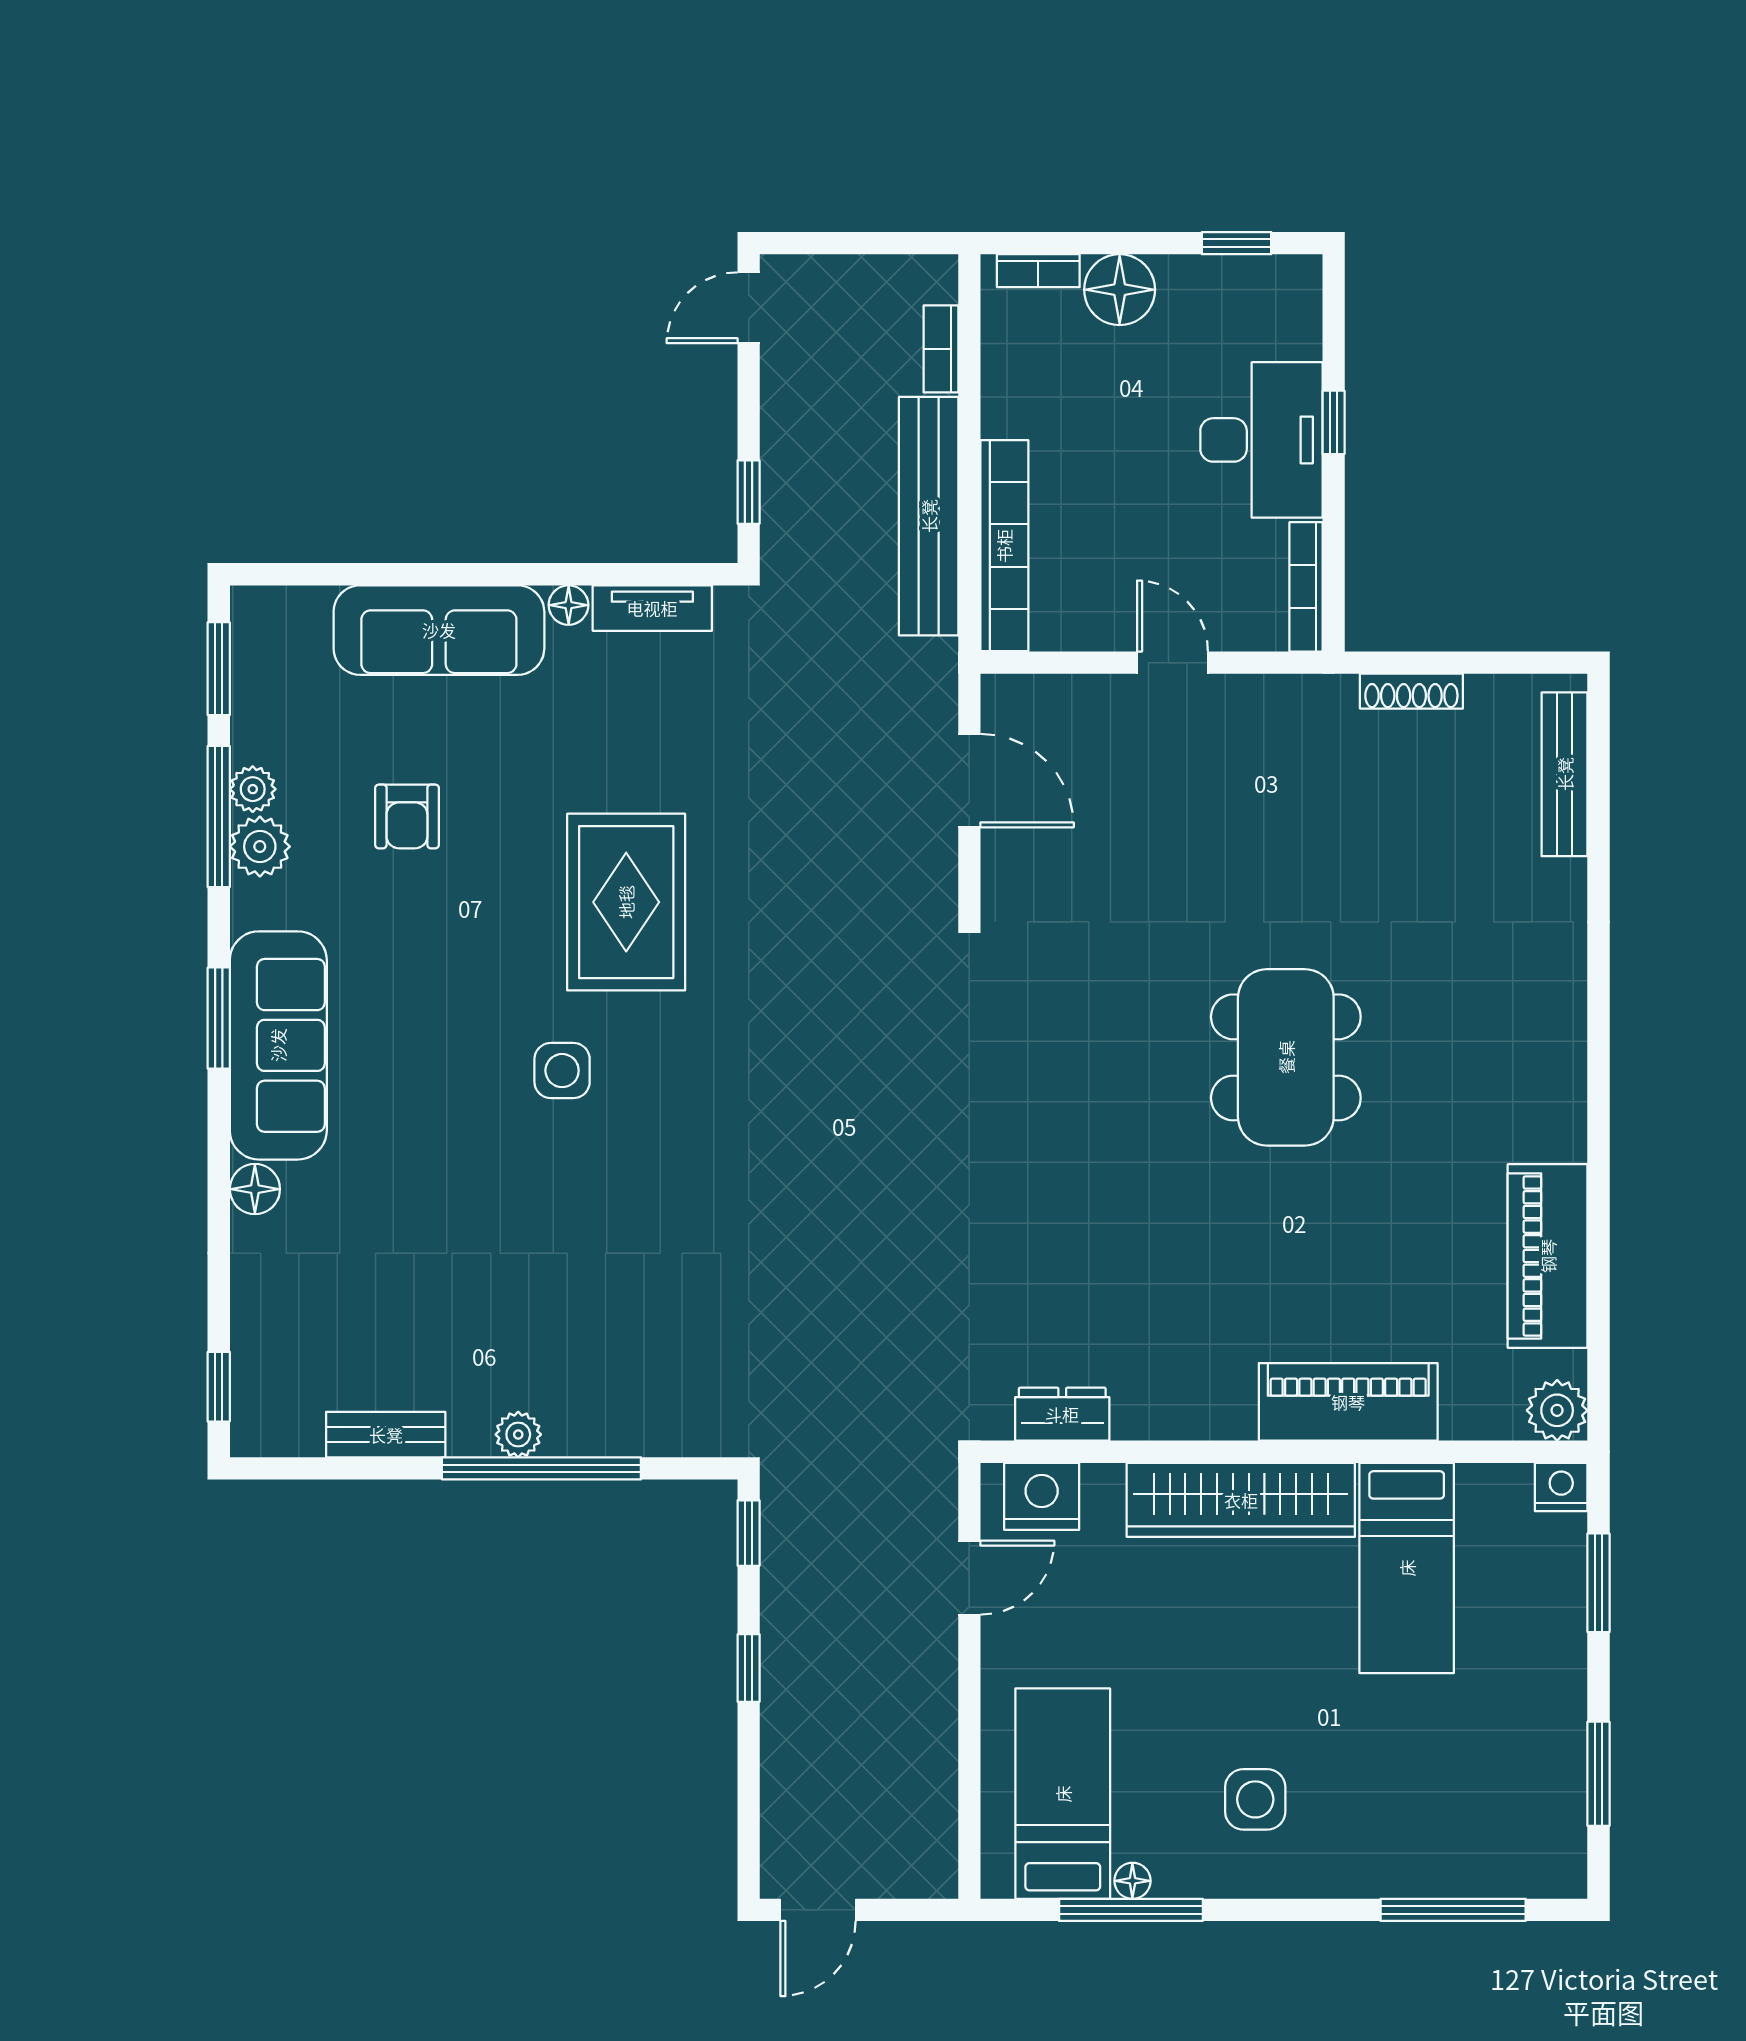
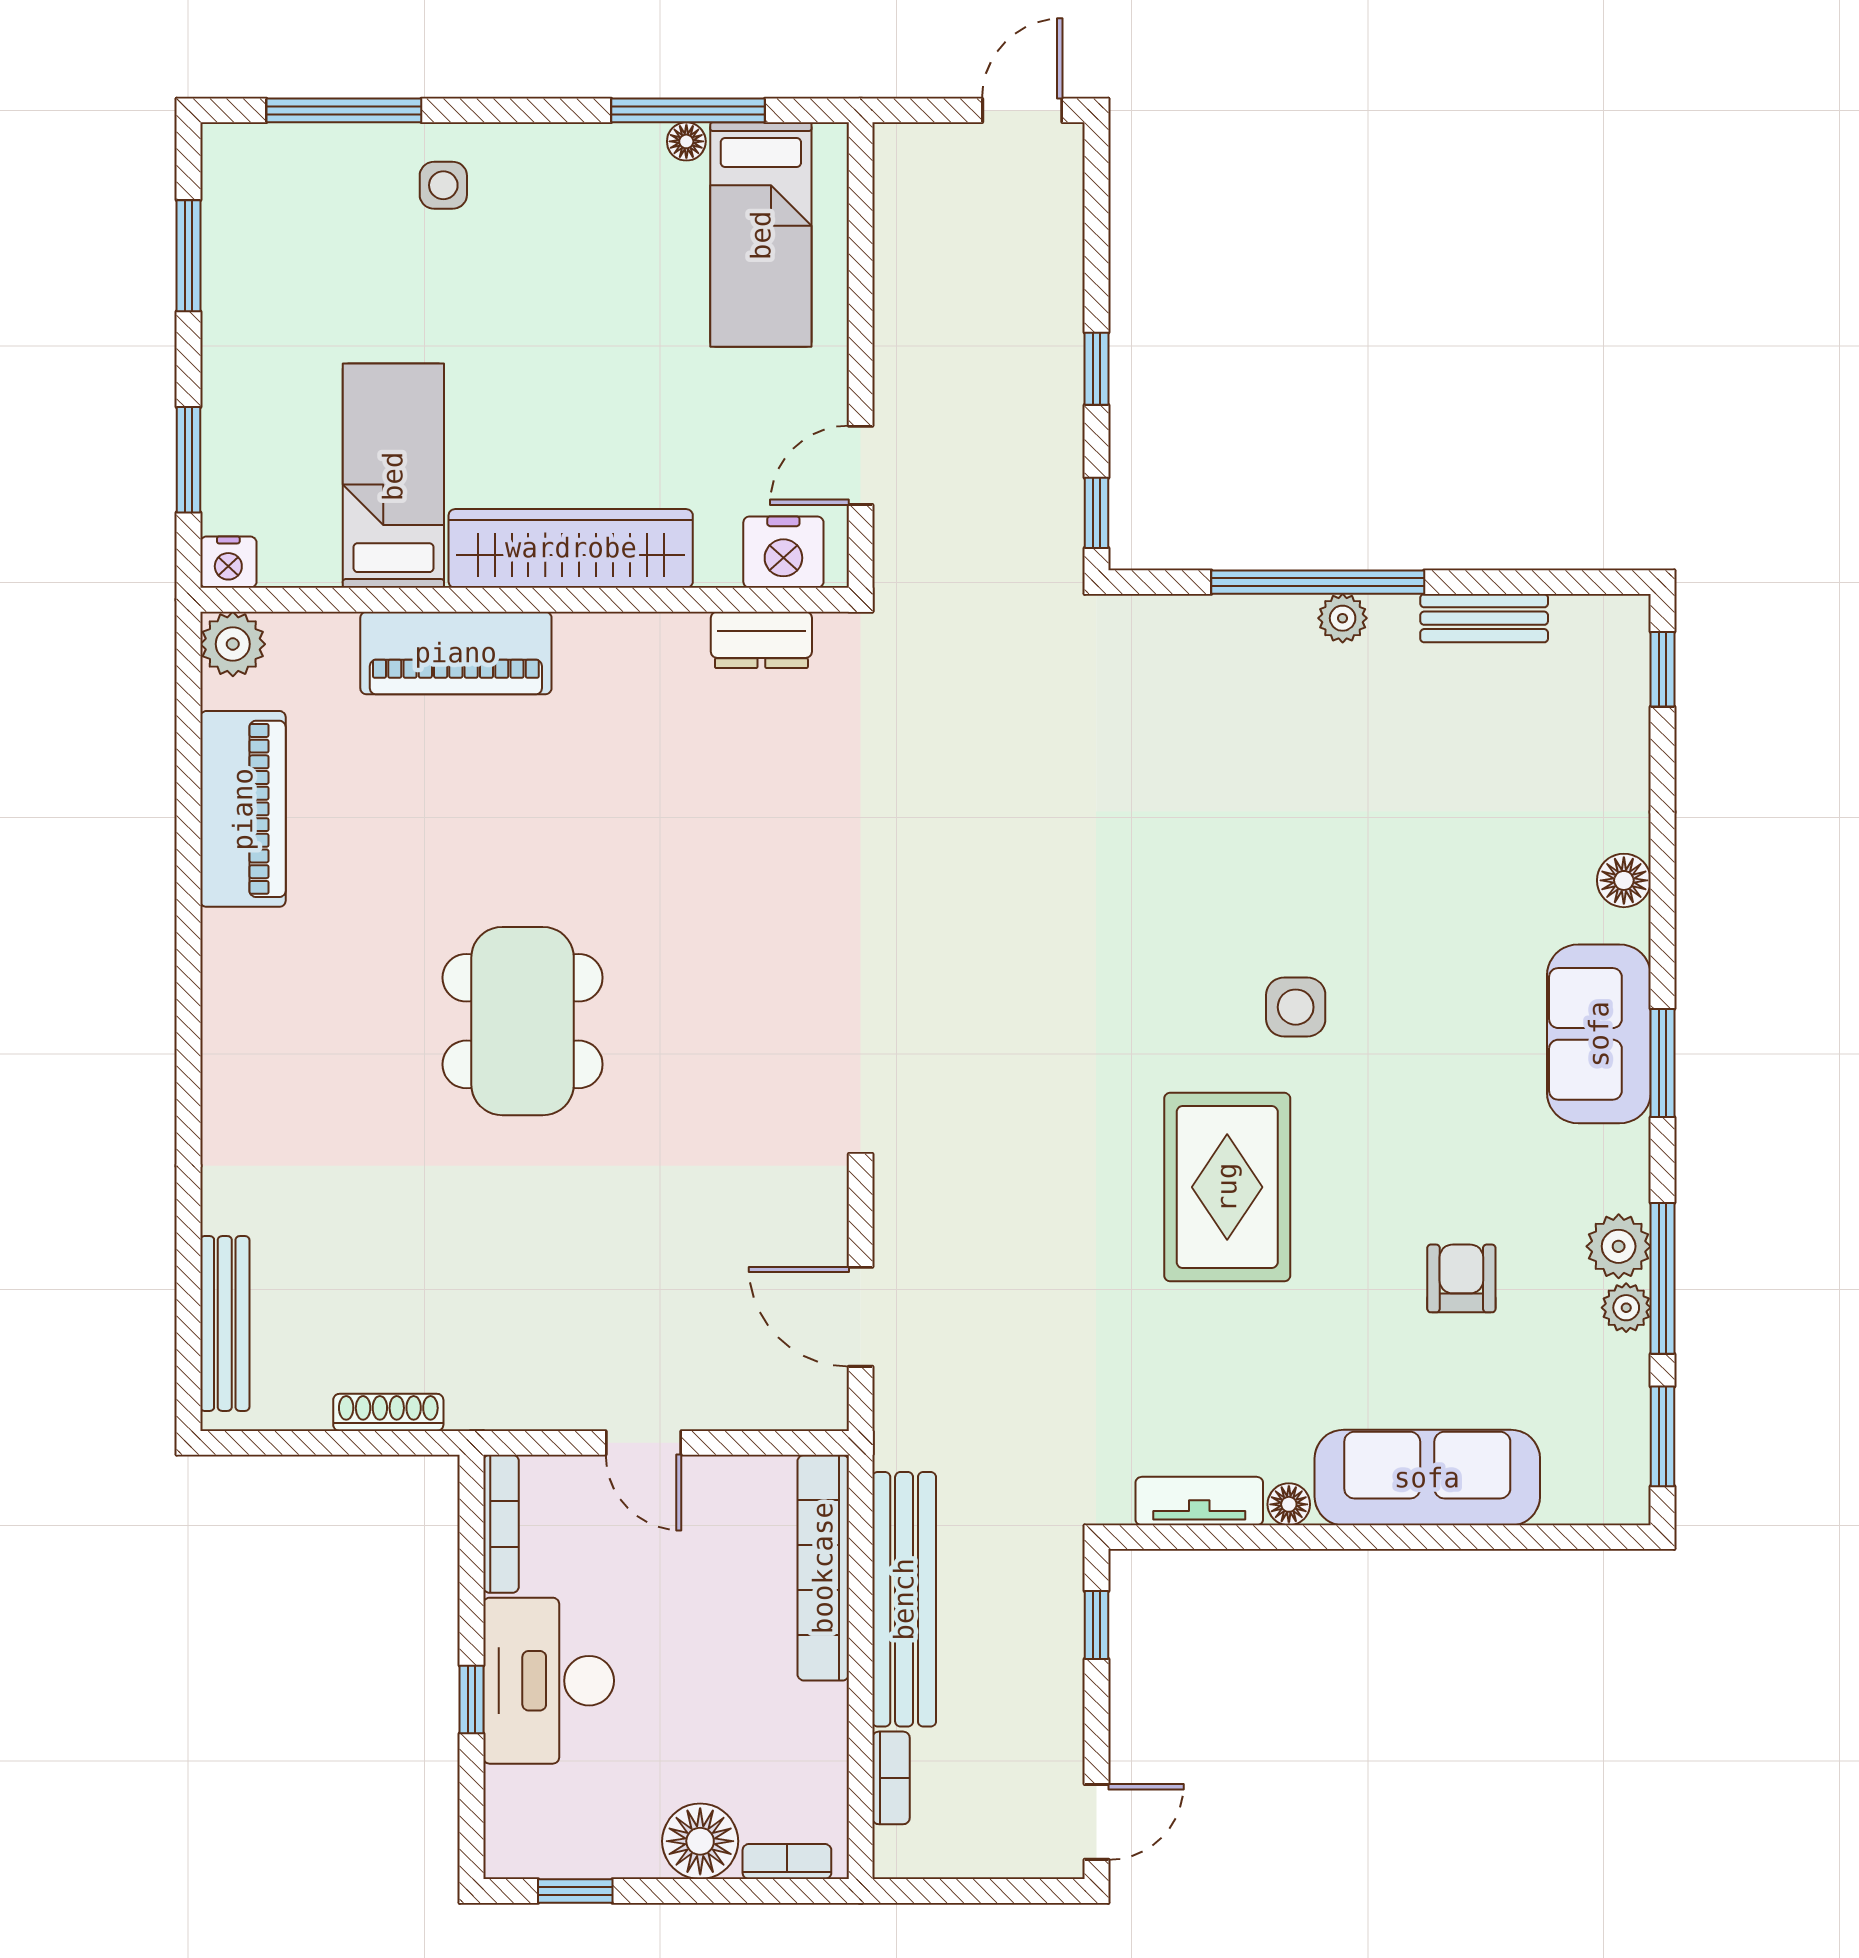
sofa: (278, 1045) -> (1599, 1034), width x0.73
side table: (1255, 1799) -> (443, 185), moved, width x0.73, depth x0.73

